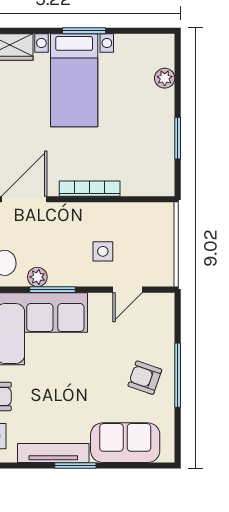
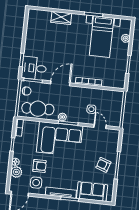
bed with nightstands: (74, 80) -> (102, 37), moved
door: (127, 290) -> (100, 127), swing flipped

